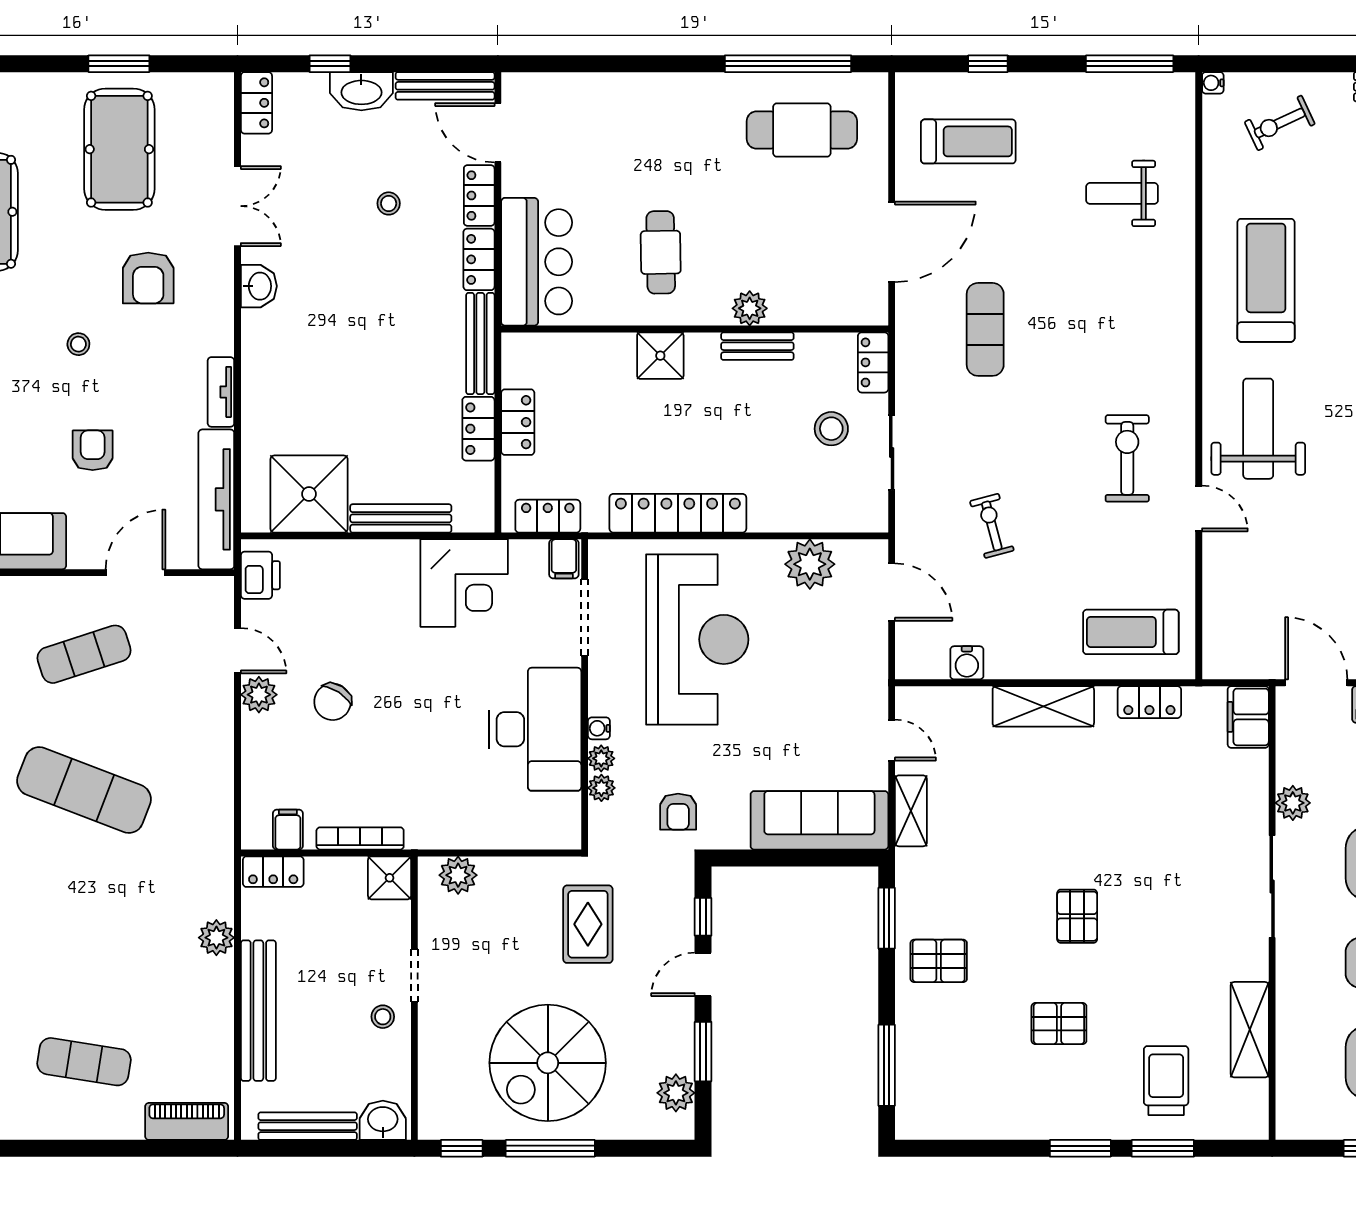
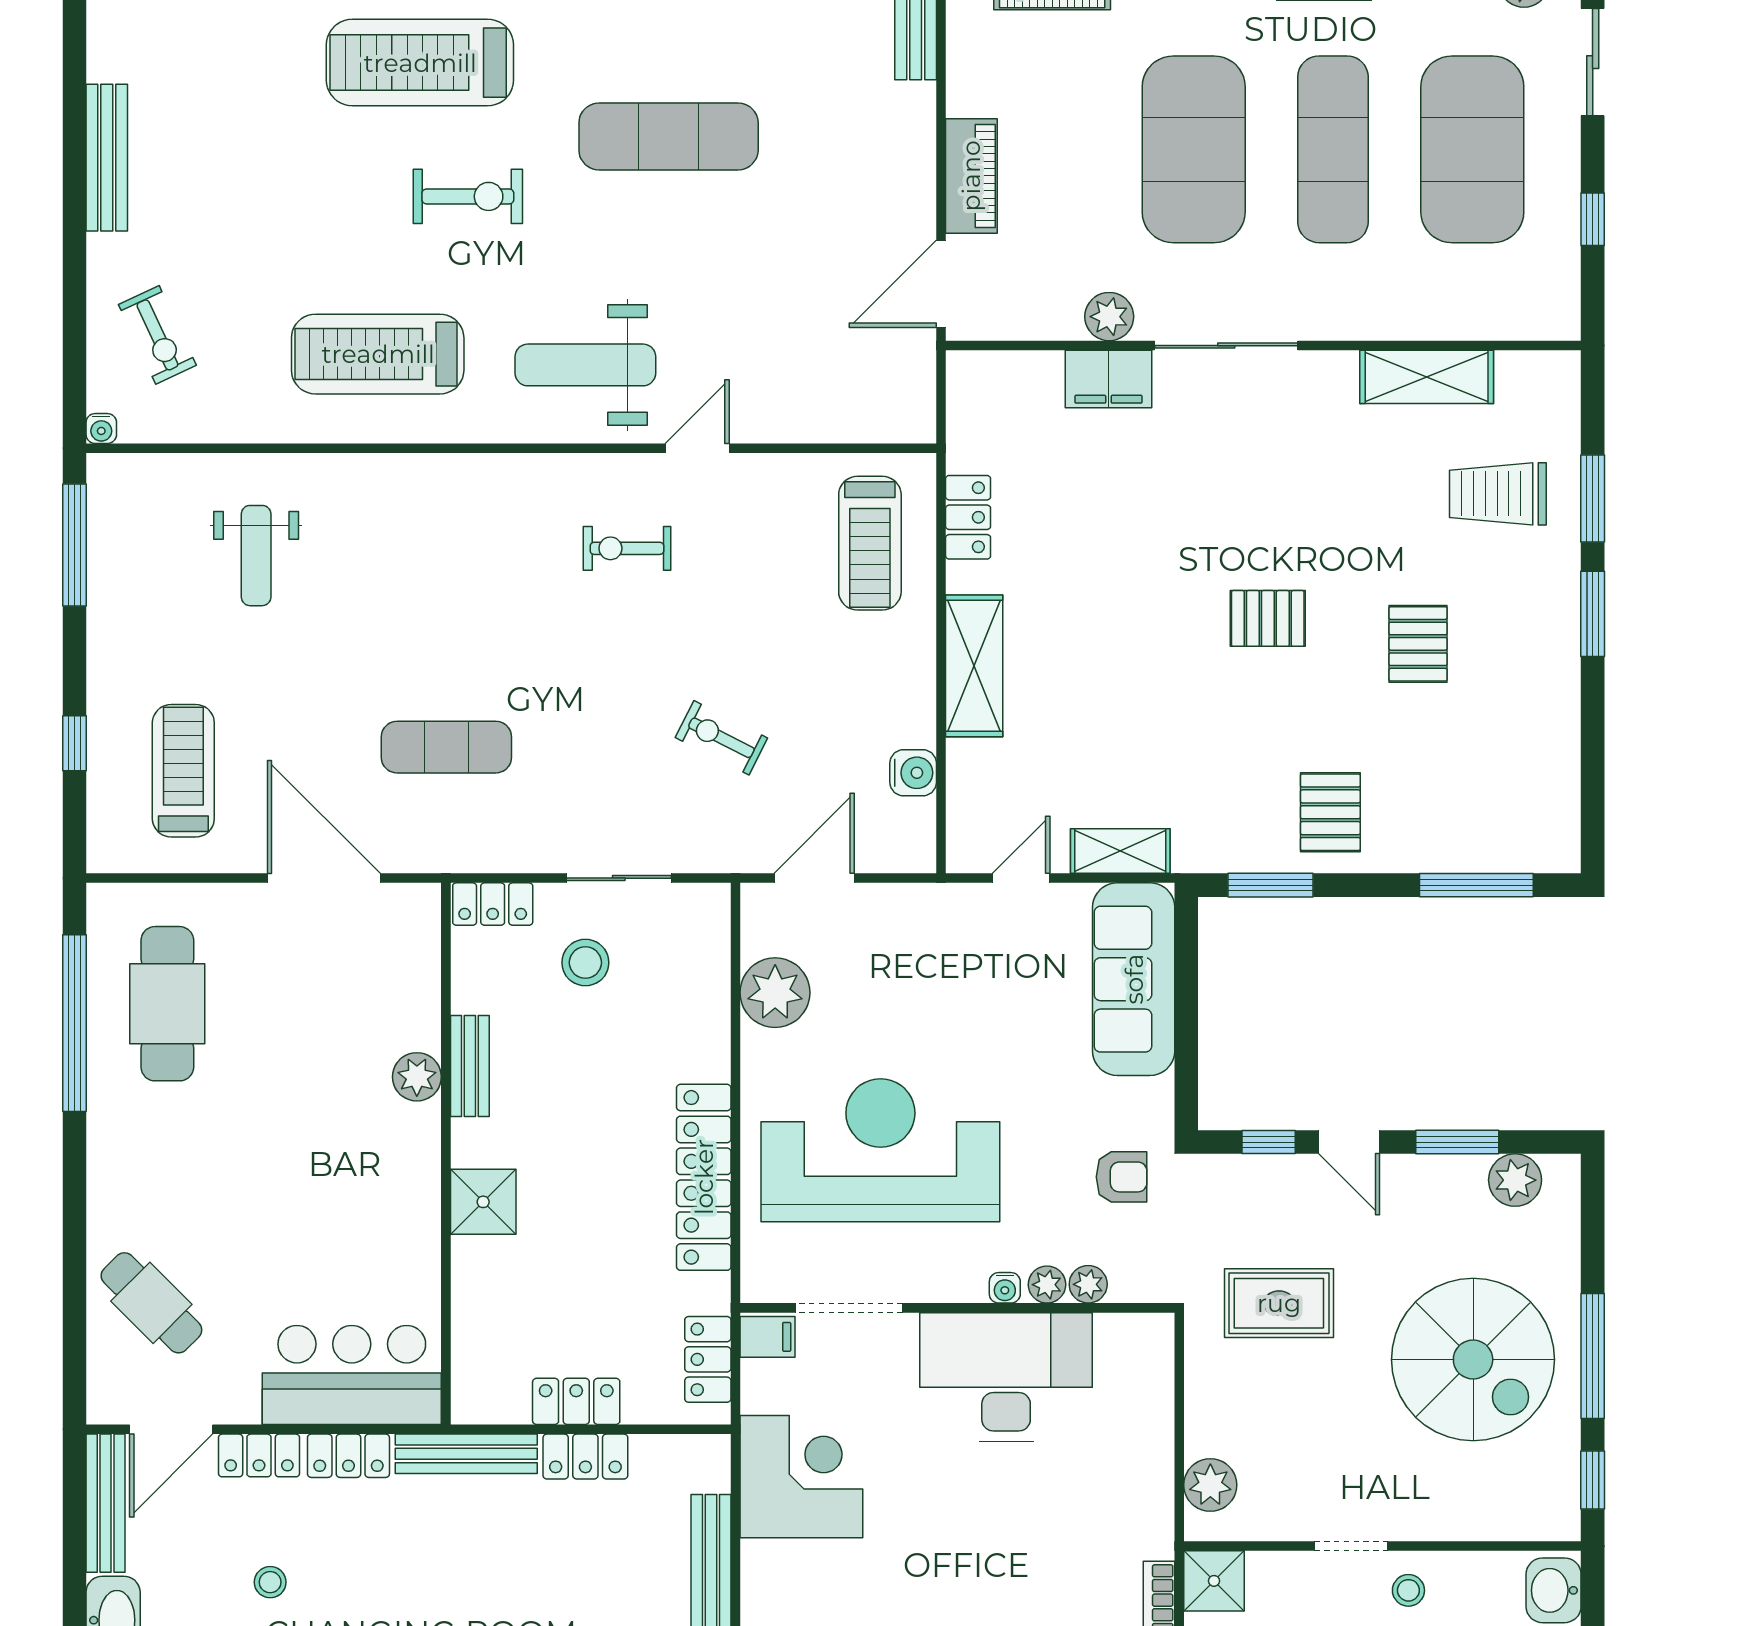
cafe table: (661, 252) -> (151, 1303), moved, turned 46
exercise bike: (1127, 458) -> (627, 548), width x0.73, depth x0.72
exercise bike: (992, 526) -> (721, 738), turned 42
filing cabinet: (1248, 717) -> (1108, 379), moved

